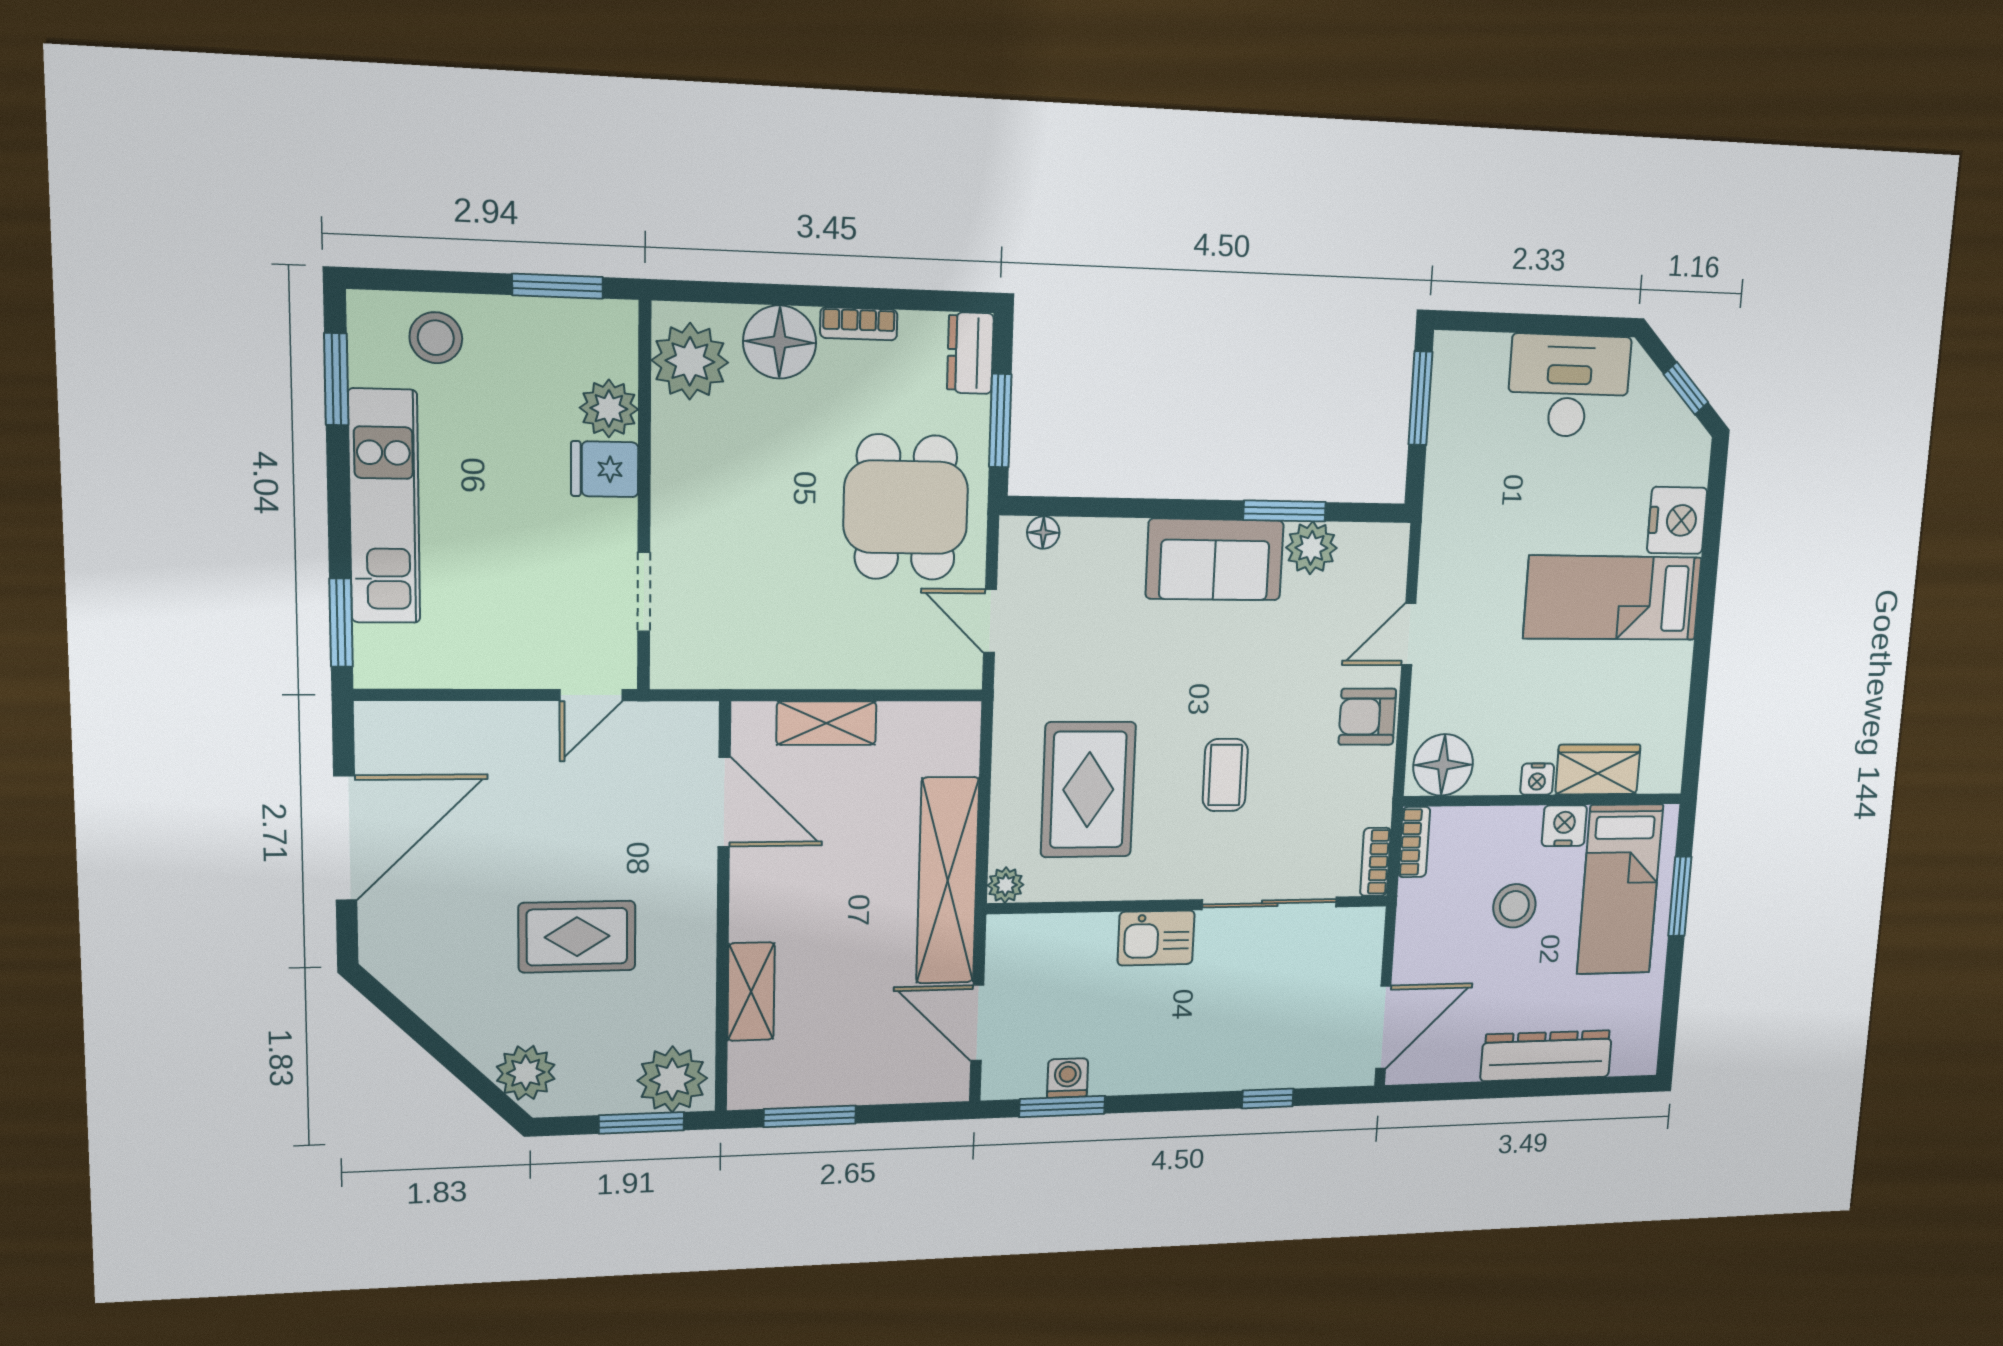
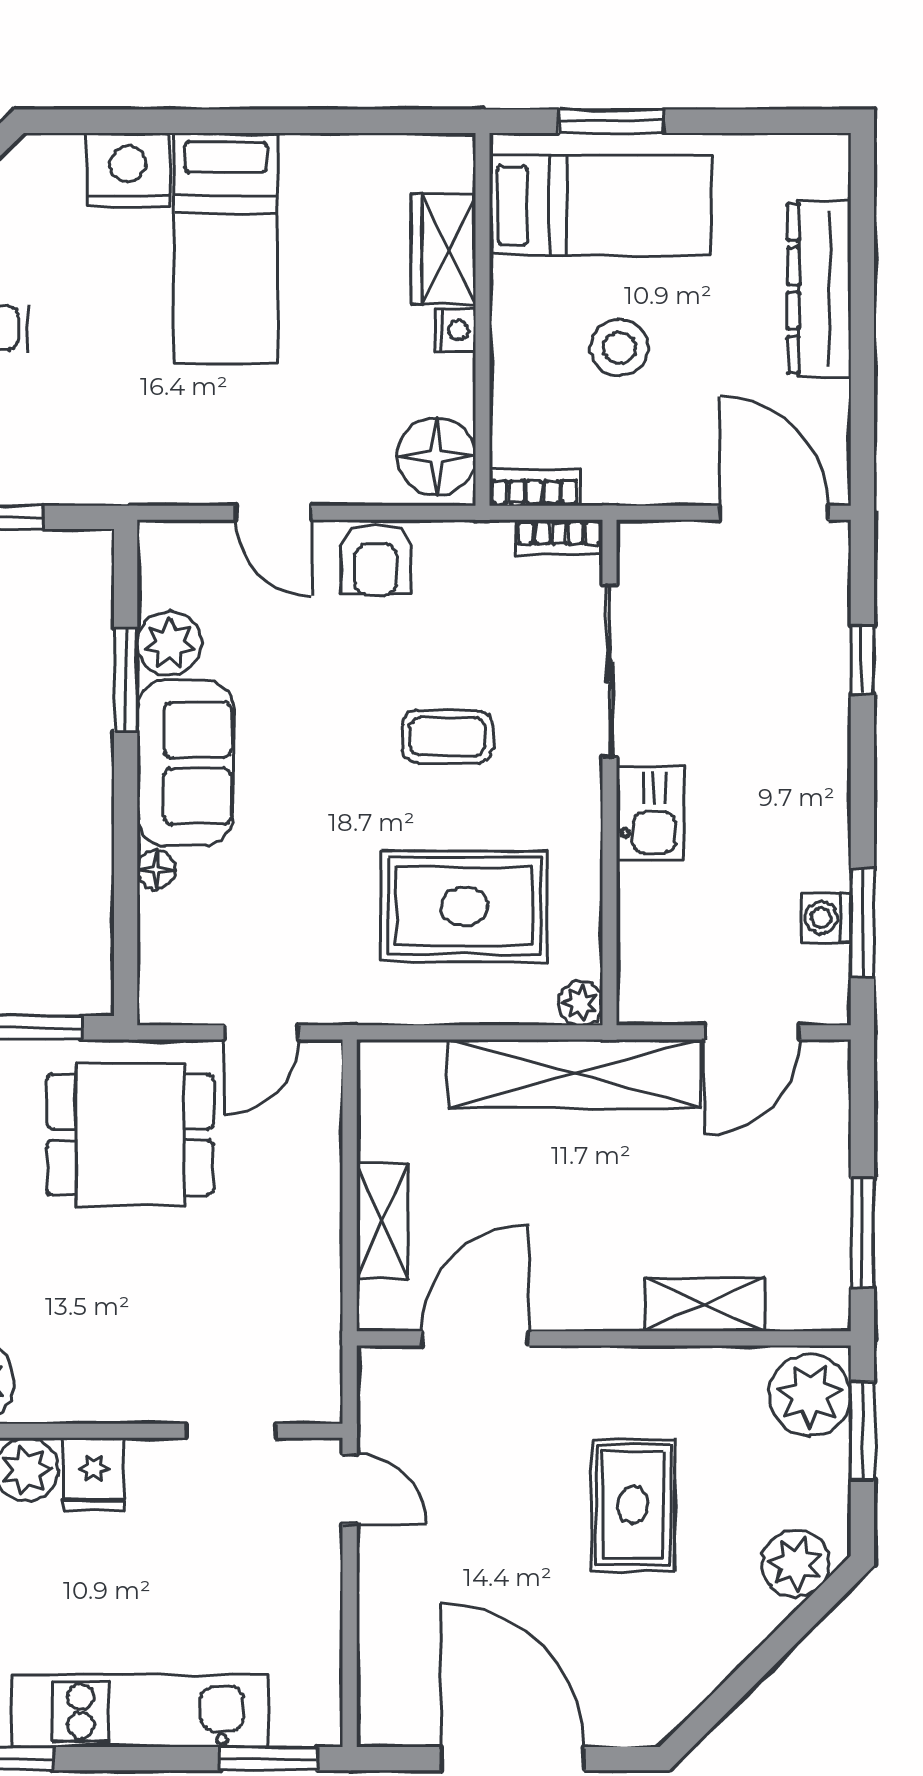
floor lamp: (1043, 533) -> (156, 870), moved
nightstand: (1564, 826) -> (516, 289), removed

